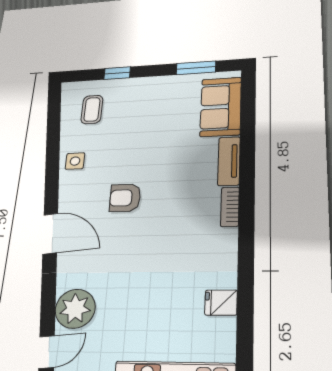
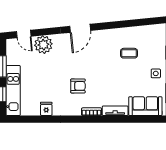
coffee table: (92, 109) -> (129, 53), moved
side table: (75, 161) -> (156, 73), moved
armchair: (125, 198) -> (78, 86), moved, turned 90

